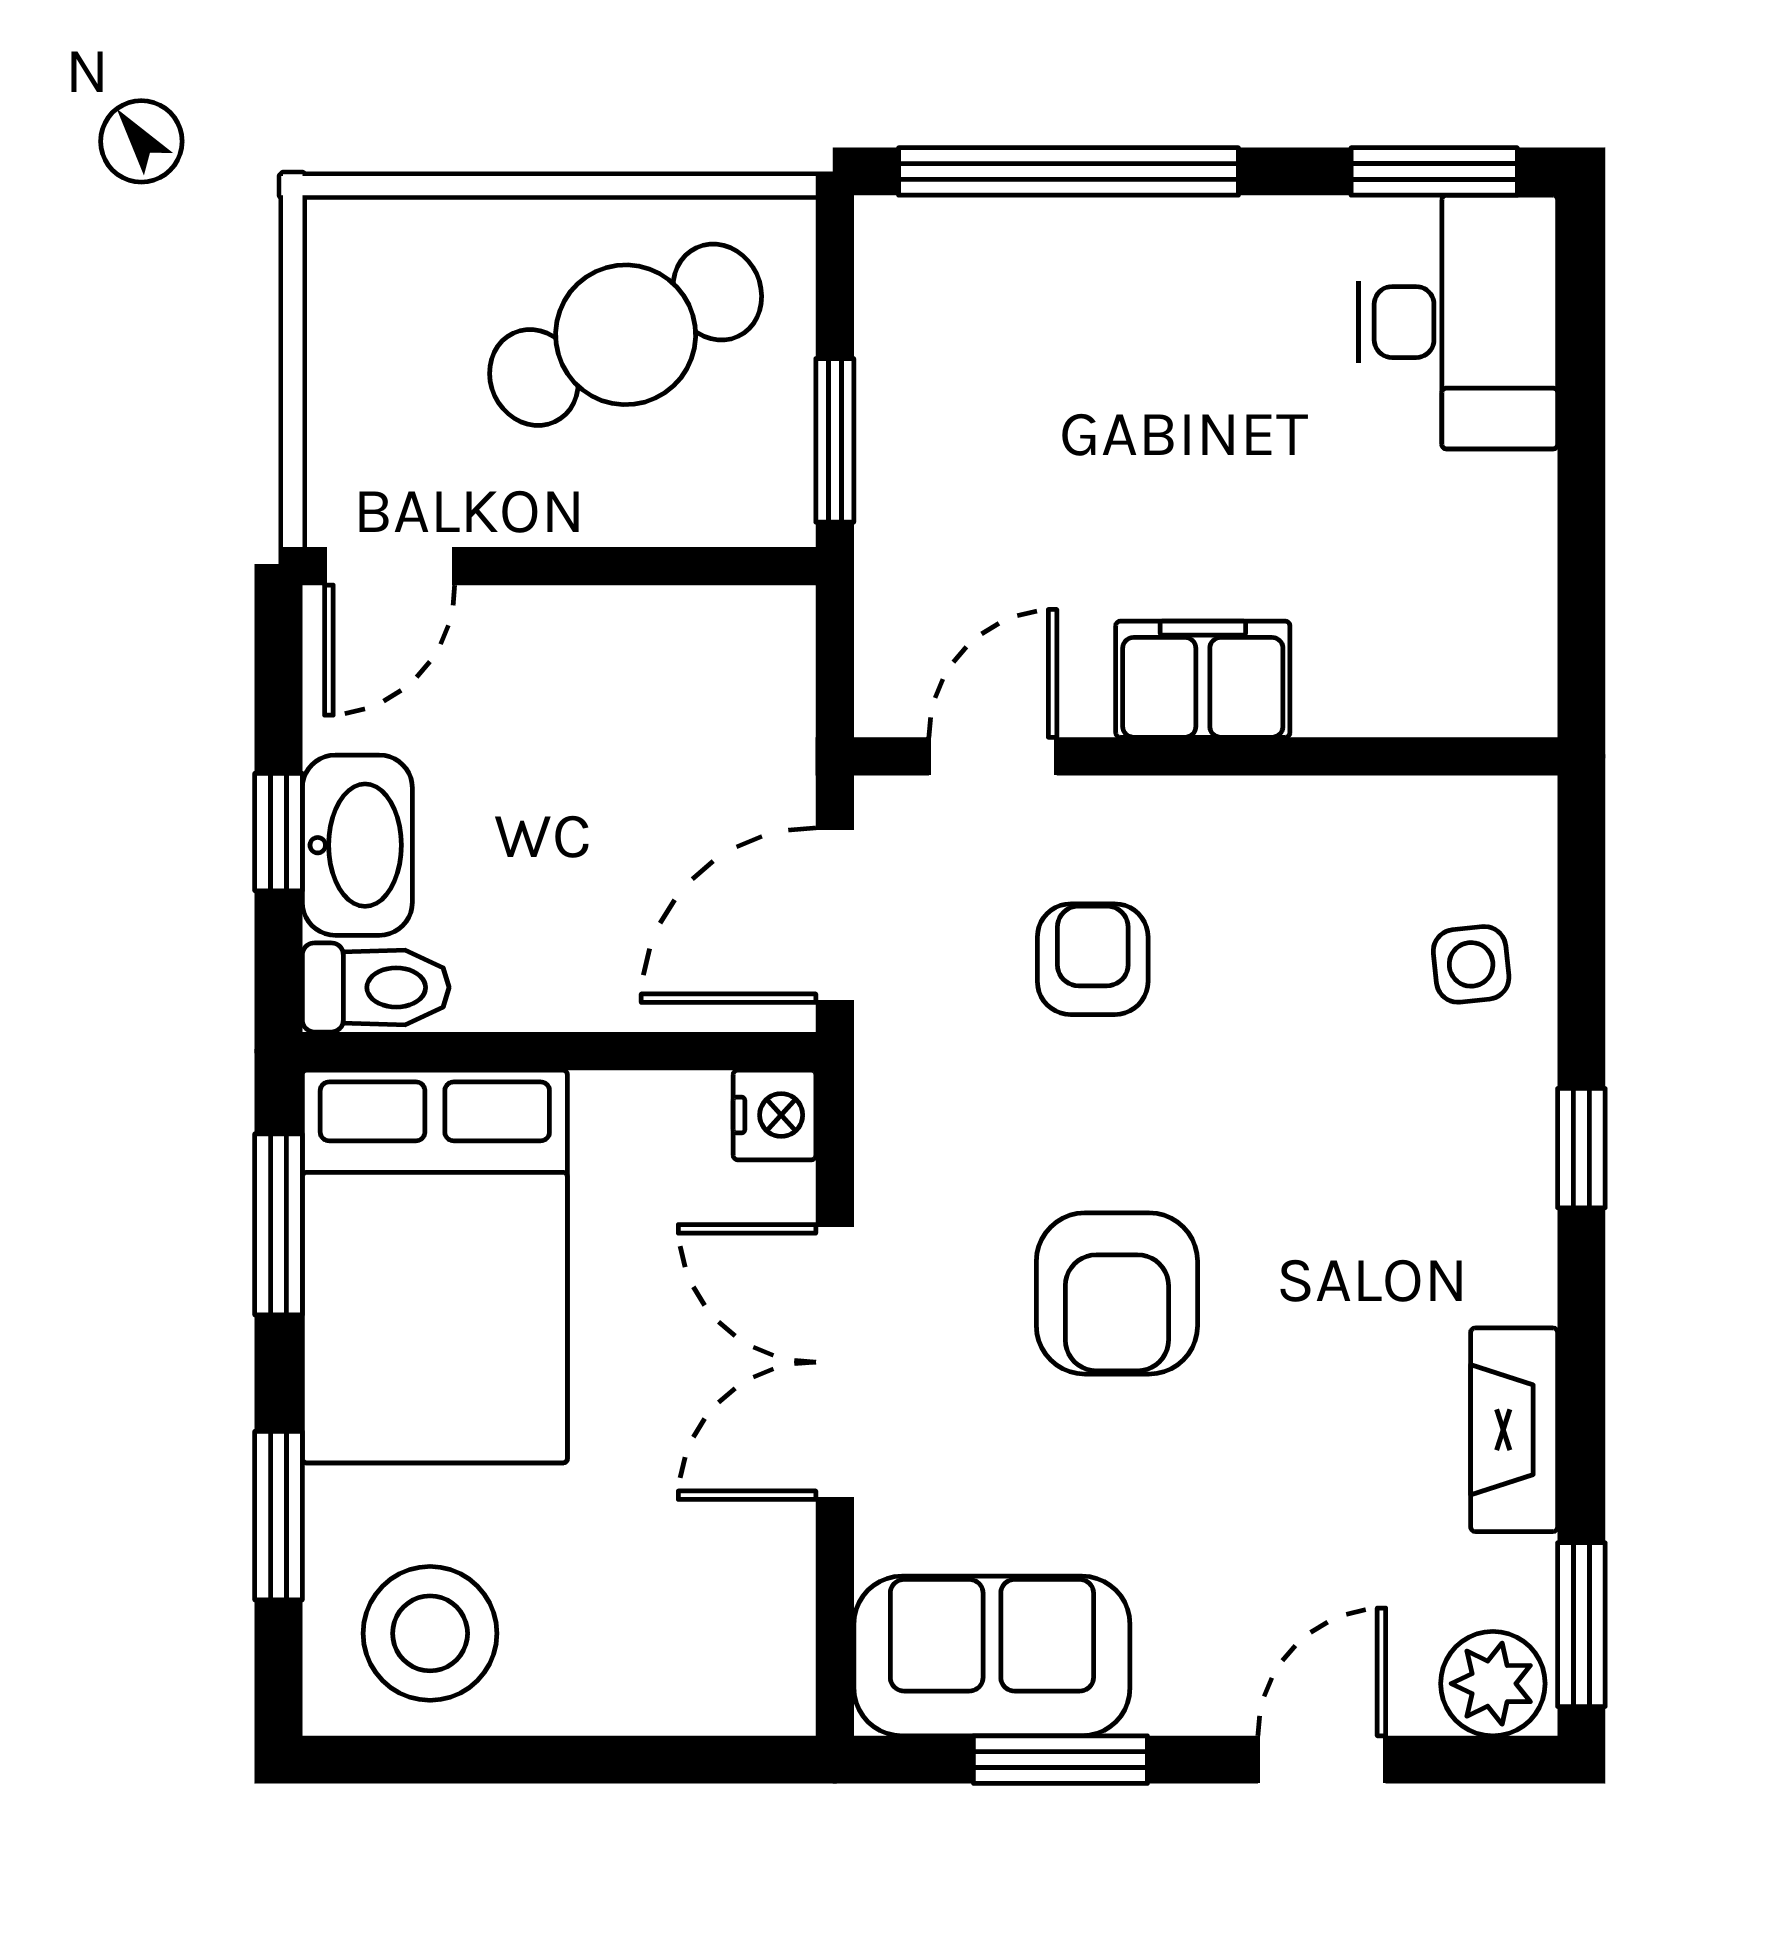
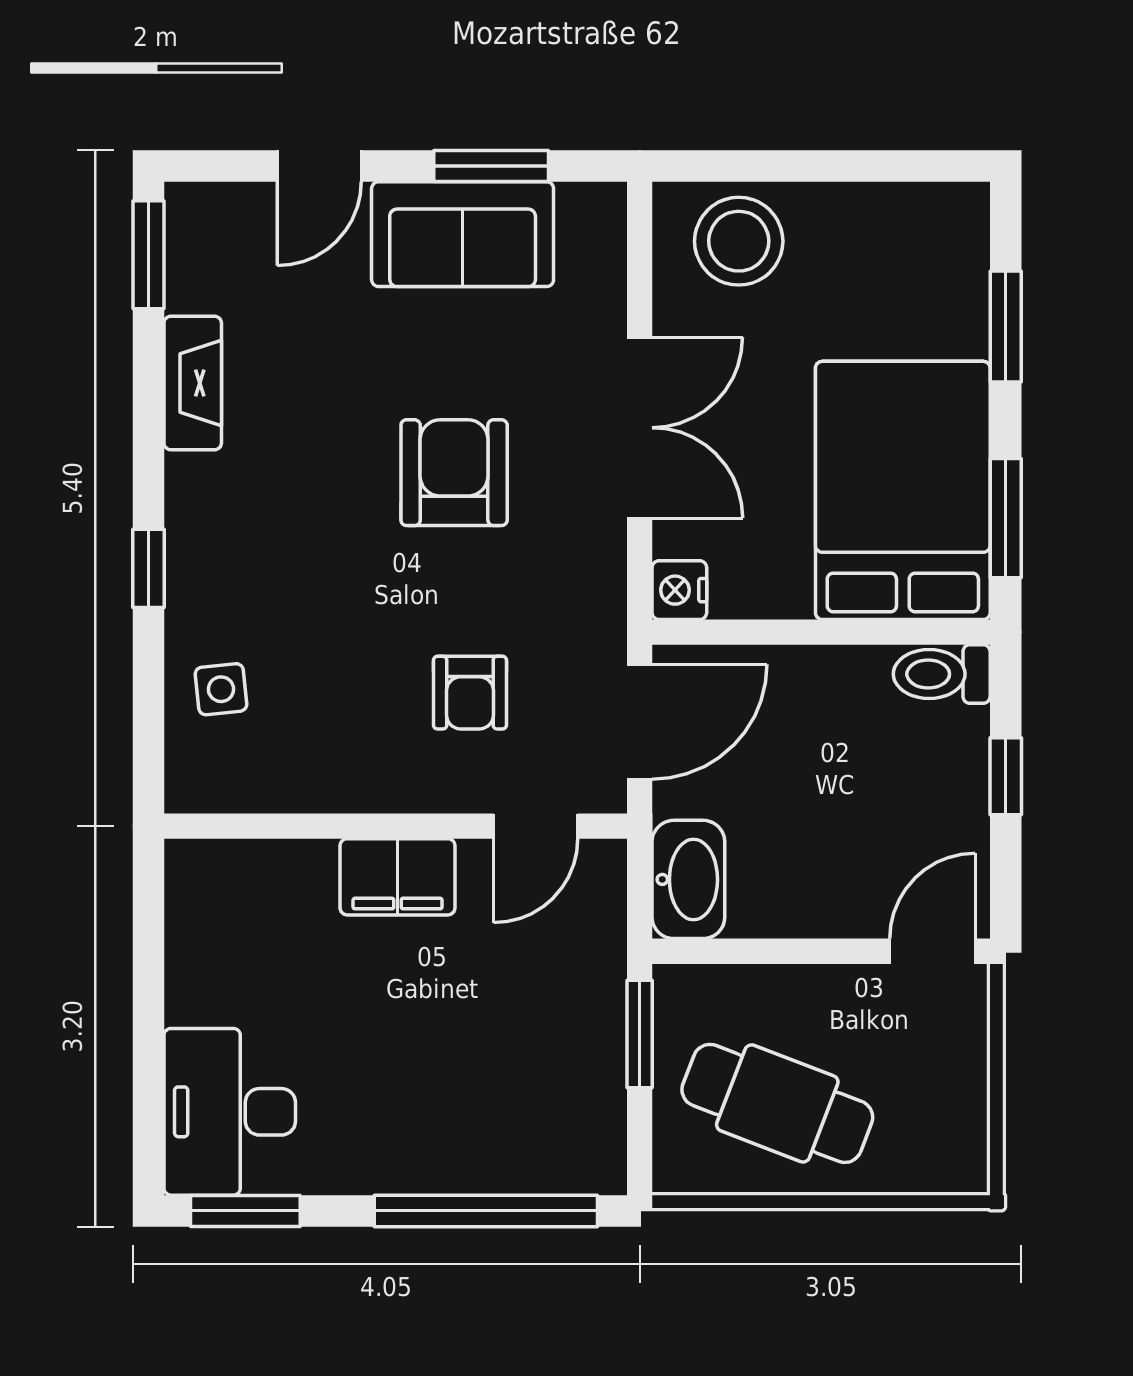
cafe table: (626, 335) -> (777, 1103), turned 46
washbasin: (357, 845) -> (688, 879), moved, turned 180
stool: (430, 1633) -> (739, 241), moved
sofa: (992, 1656) -> (463, 234), moved
plant: (1493, 1684) -> (207, 216), removed

